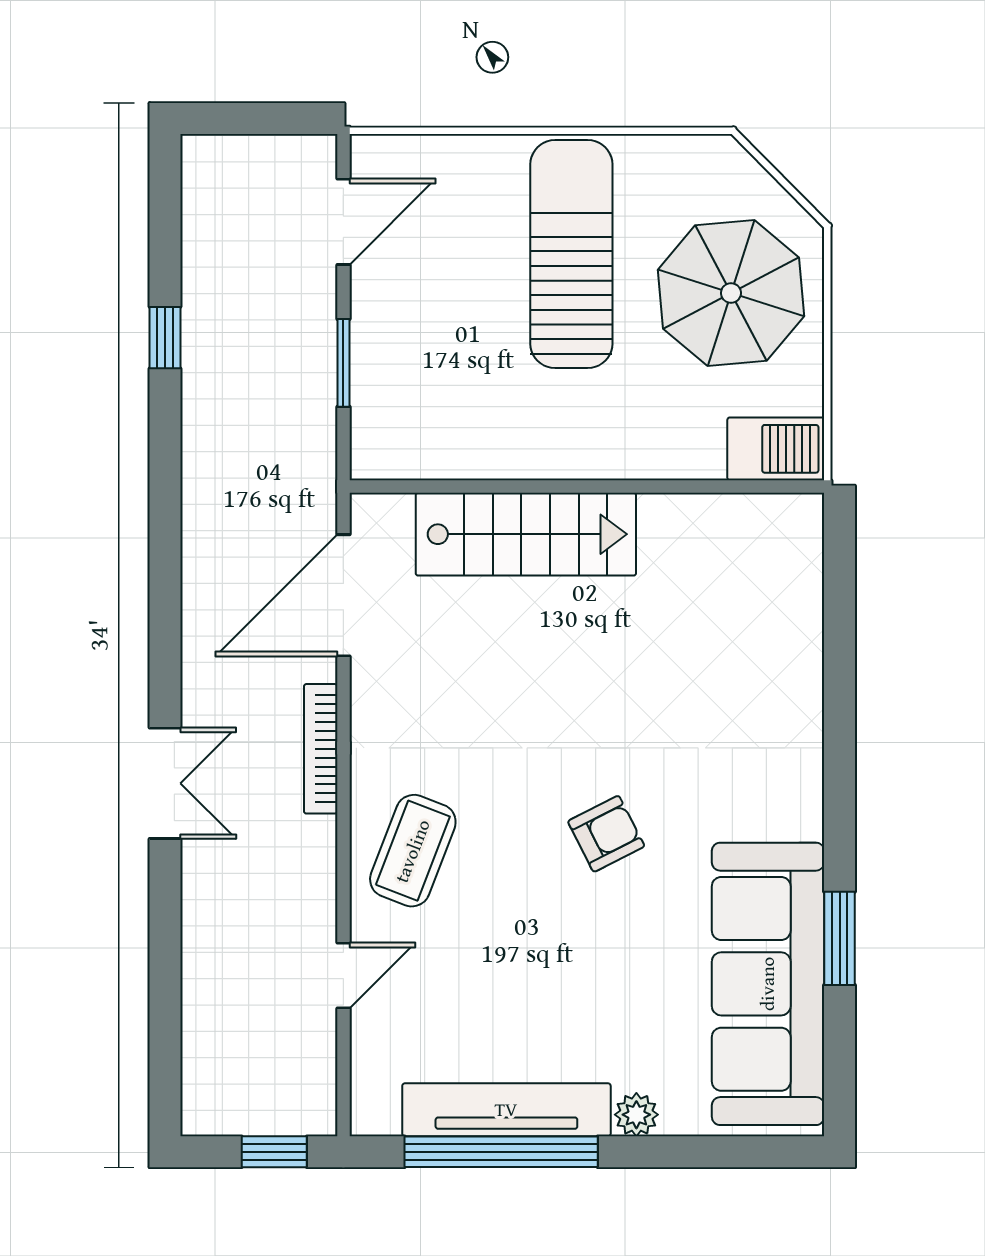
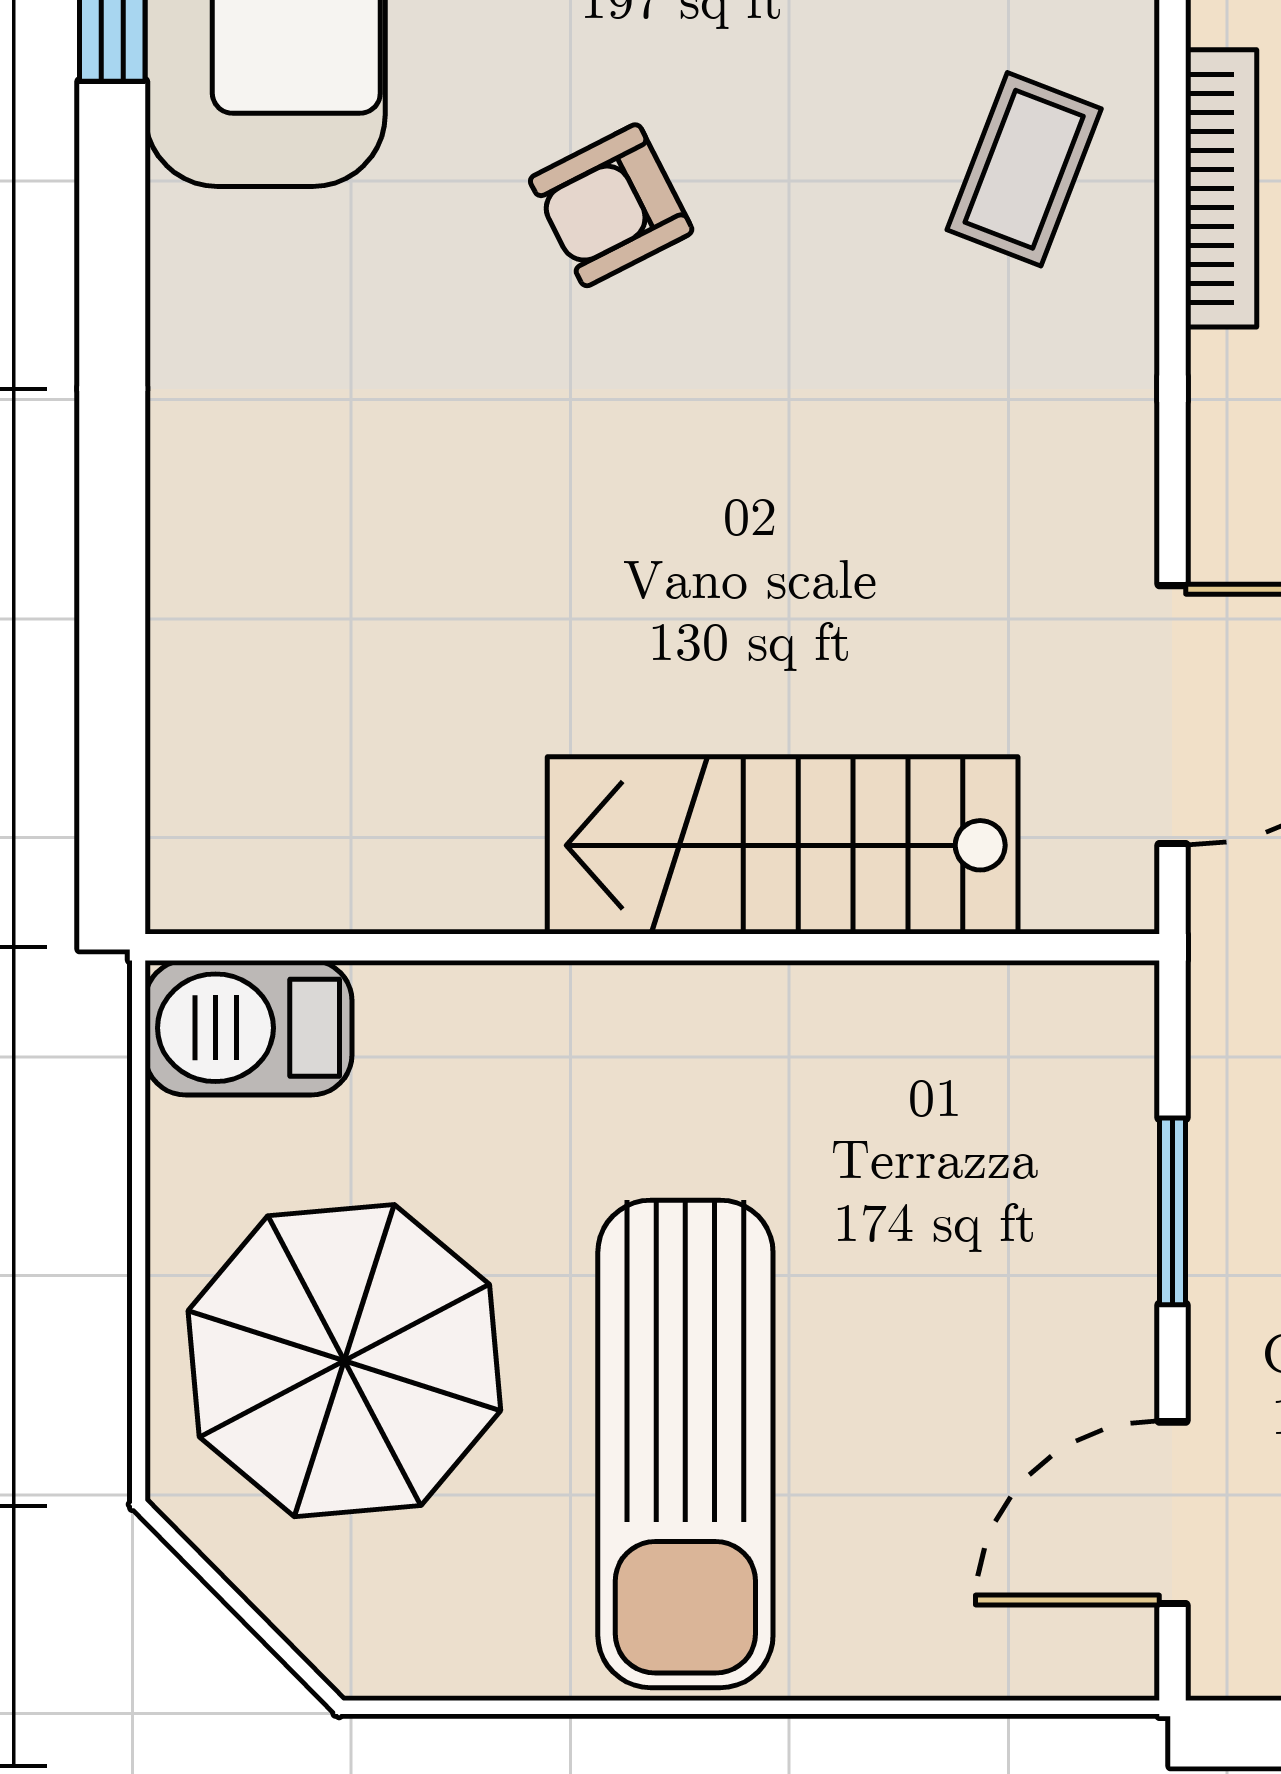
bookcase: (321, 749) -> (1221, 188), moved
coffee table: (413, 851) -> (1024, 169), width x0.73, depth x0.77

